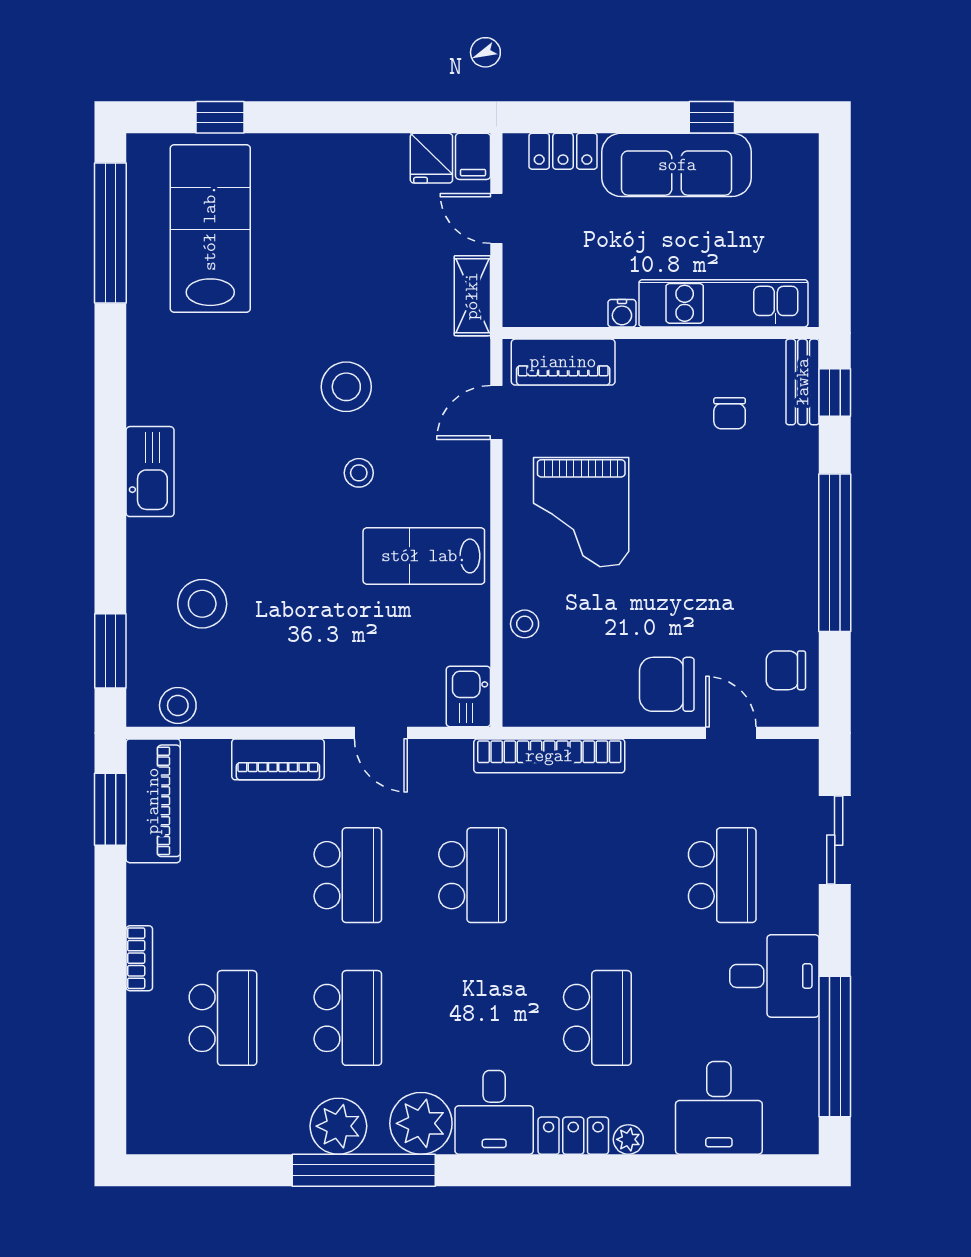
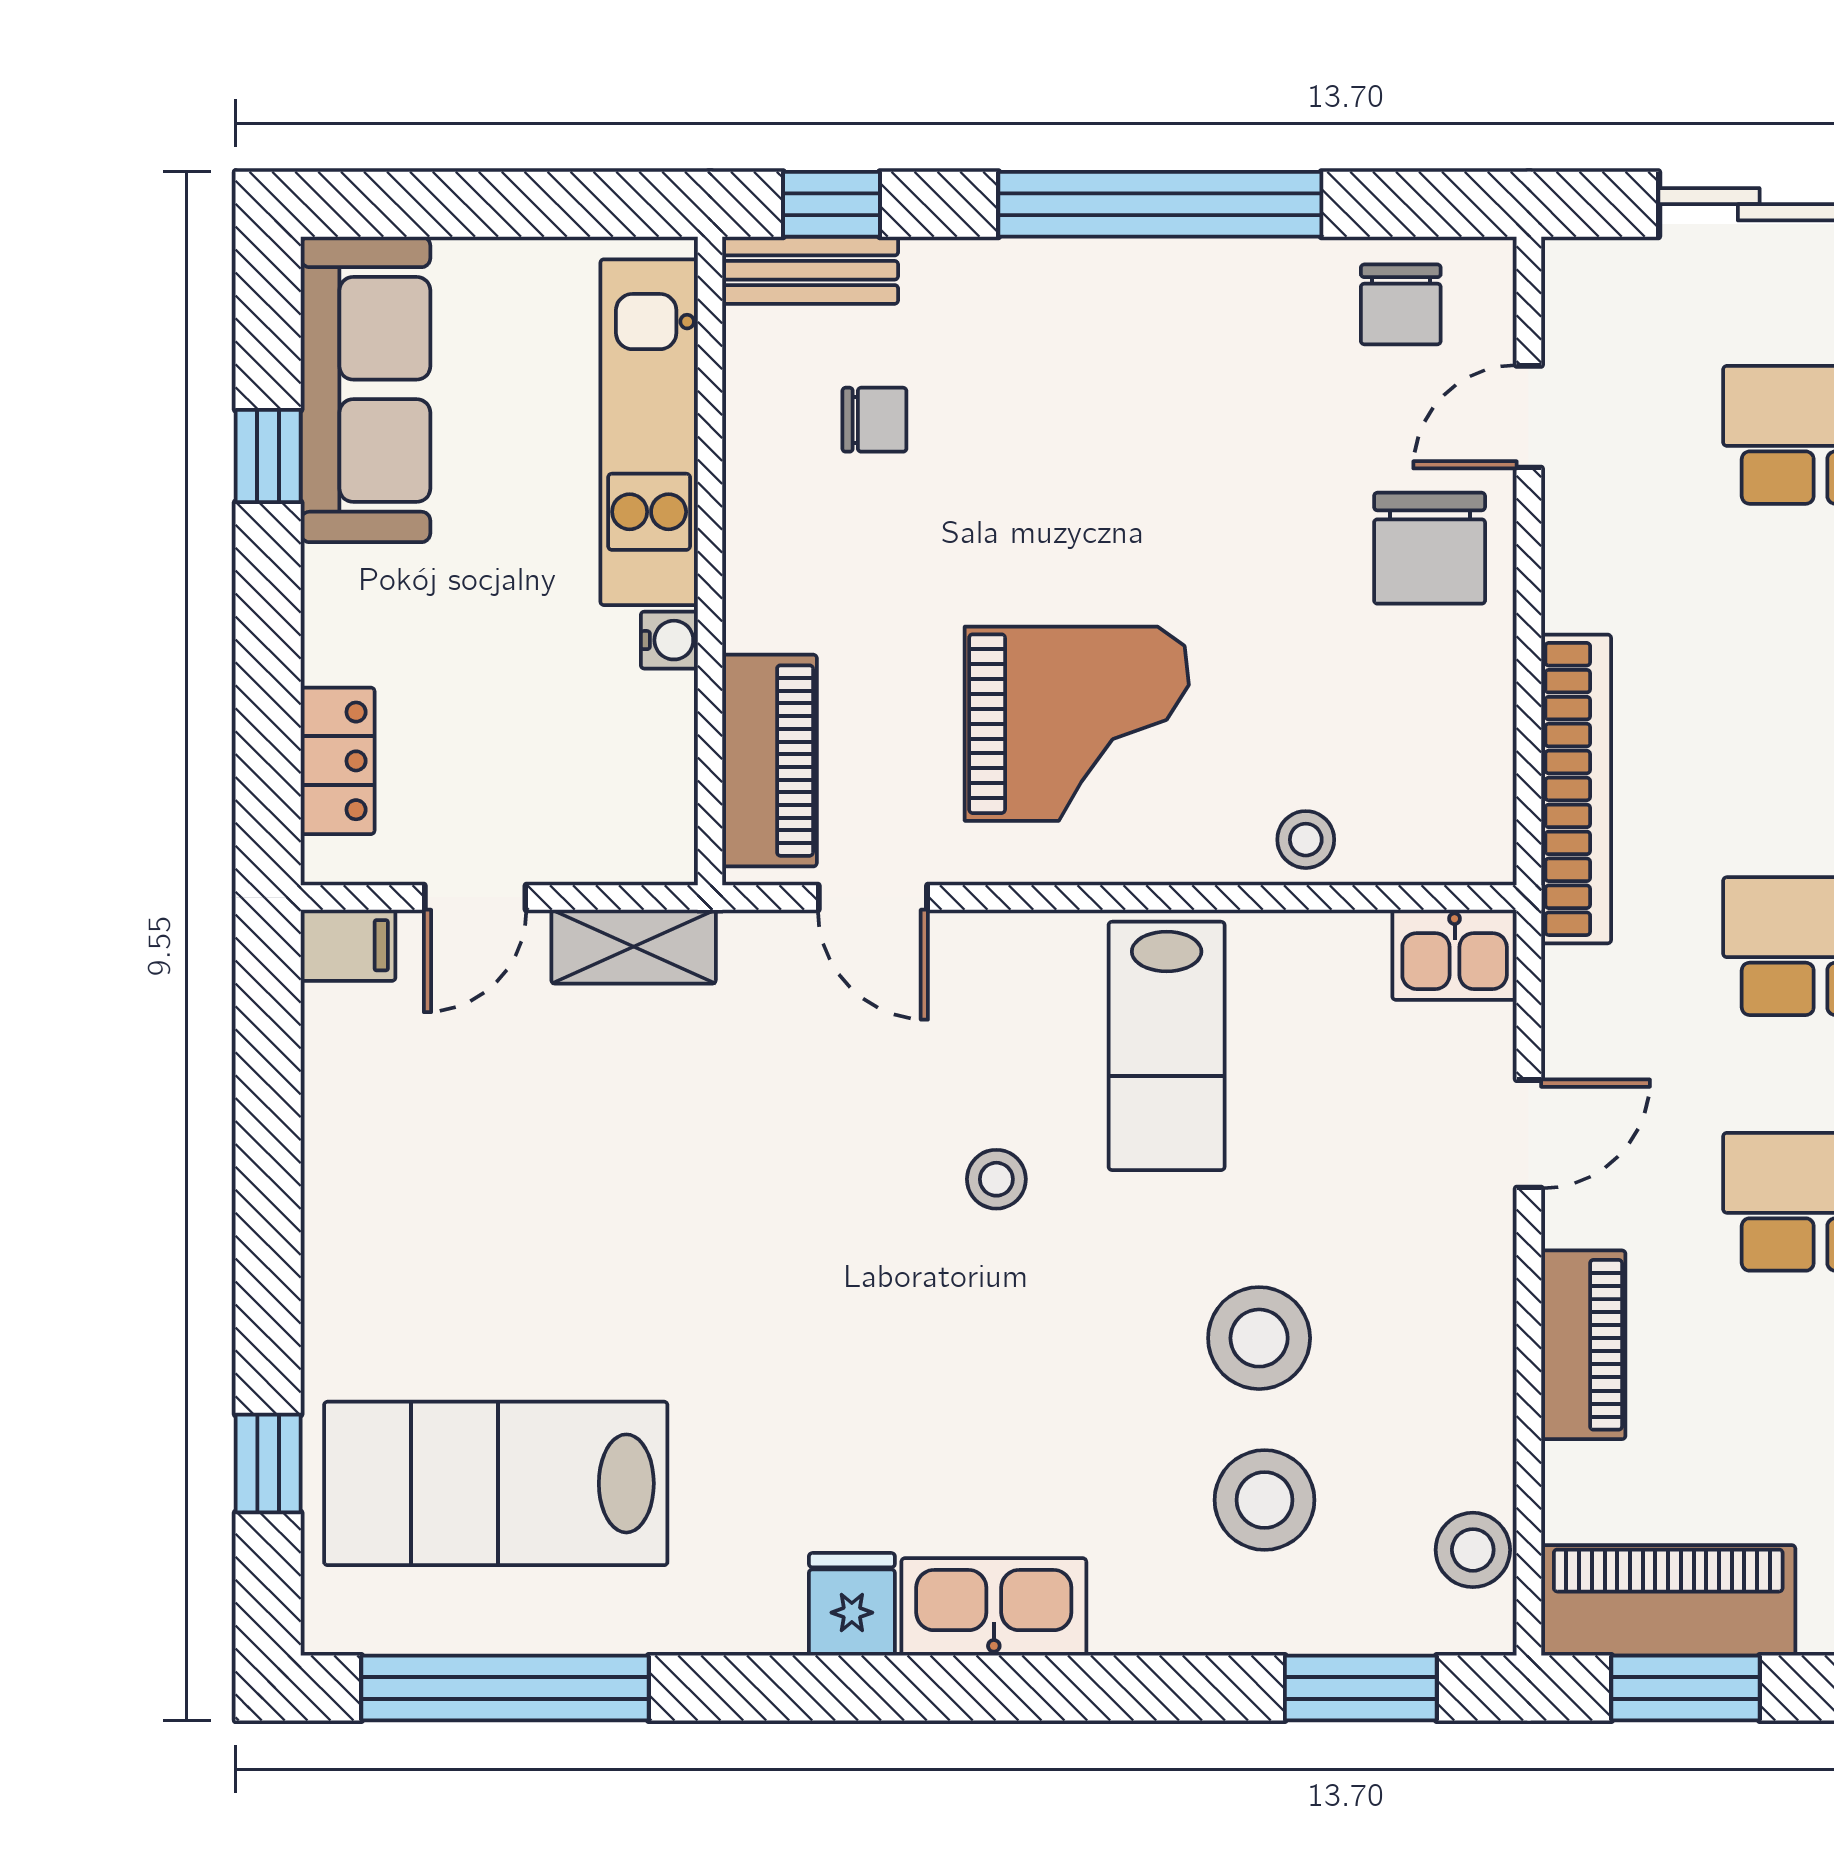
fridge: (431, 158) -> (852, 1604), moved, turned -90
sofa: (677, 165) -> (365, 389), moved
stool: (346, 387) -> (1259, 1338), moved

